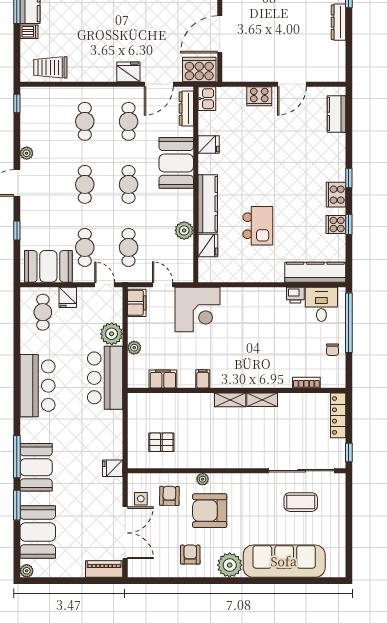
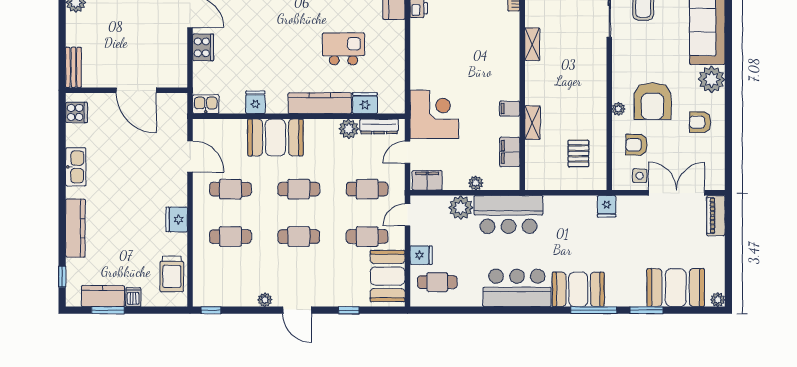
cooker: (199, 69) -> (174, 112), removed
fridge: (128, 72) -> (177, 219), moved
dresser: (186, 109) -> (379, 126), moved
shelving: (230, 400) -> (532, 123), moved
booth: (36, 467) -> (578, 289), moved

